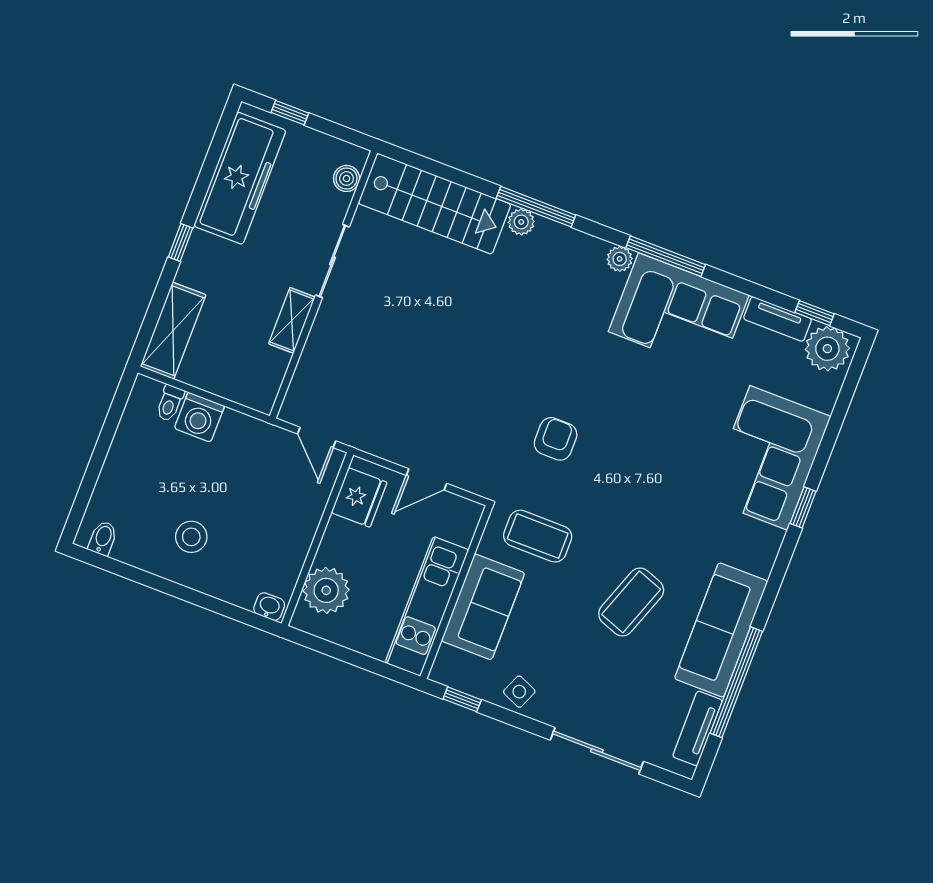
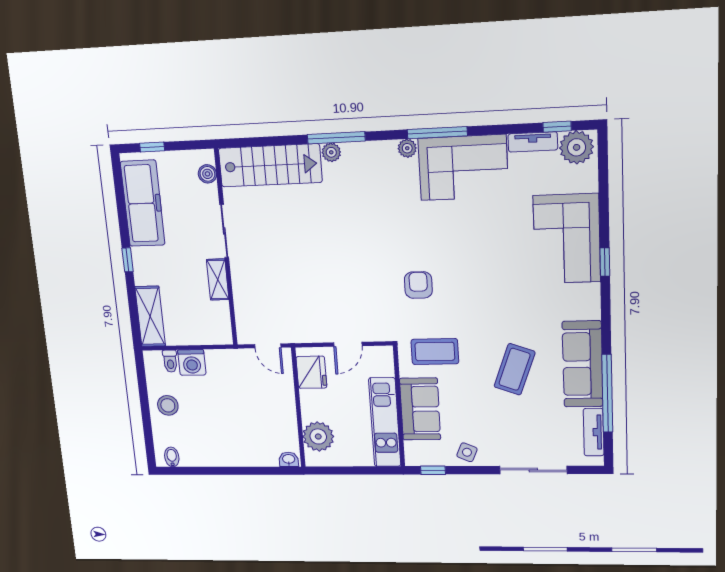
stool: (191, 537) -> (168, 405), moved

